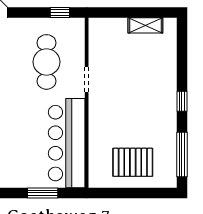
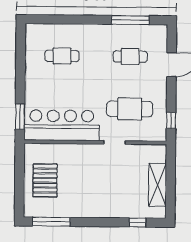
shelving: (145, 25) -> (158, 185), width x1.50, depth x1.33
window: (182, 101) -> (138, 222), moved
window: (43, 193) -> (20, 117), moved

